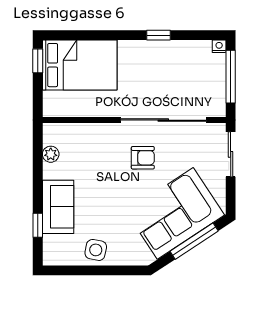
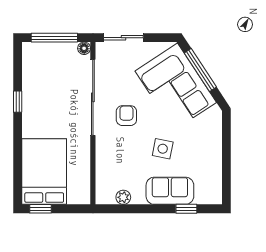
nightstand: (219, 46) -> (28, 48), removed
floor lamp: (219, 110) -> (84, 48), added
side table: (96, 250) -> (163, 149), moved

